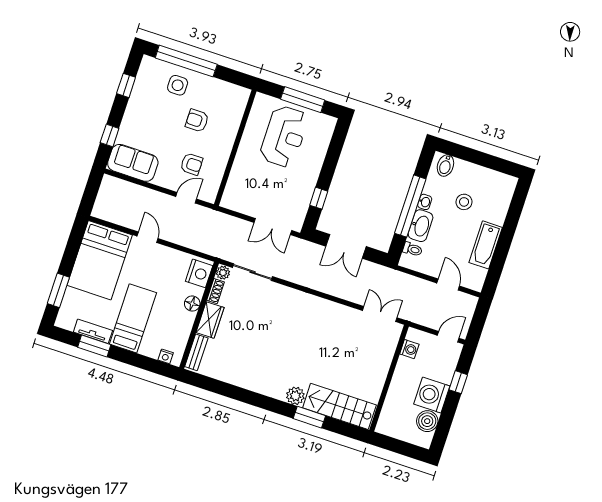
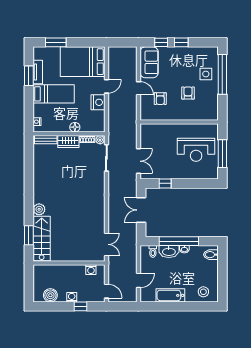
window: (126, 85) -> (181, 42), moved
door: (186, 198) -> (138, 88), moved
stool: (464, 202) -> (203, 292), moved
double door: (273, 227) -> (138, 161), swing flipped
nightstand: (199, 273) -> (98, 102), moved, turned -90
washing machine: (432, 395) -> (72, 297), width x0.53, depth x0.53
window: (309, 417) -> (29, 235), moved

